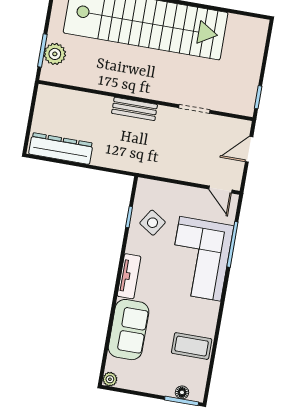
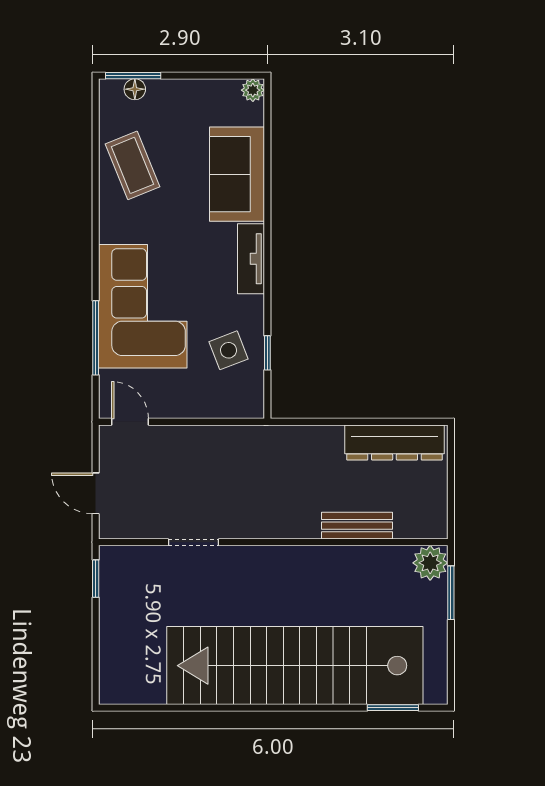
plant: (55, 54) -> (430, 563), moved
bench: (134, 109) -> (357, 526), moved
door: (249, 149) -> (96, 493), swing flipped
side table: (153, 223) -> (229, 350), turned 36
coffee table: (192, 346) -> (132, 165), turned 68

